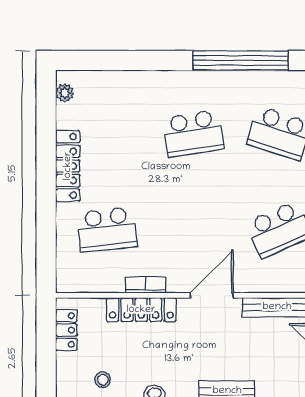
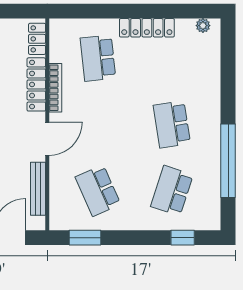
bookcase: (146, 285) -> (55, 88), width x1.56
door: (212, 295) -> (47, 139), hinge flipped
locker: (66, 330) -> (37, 39), moved, turned 90

